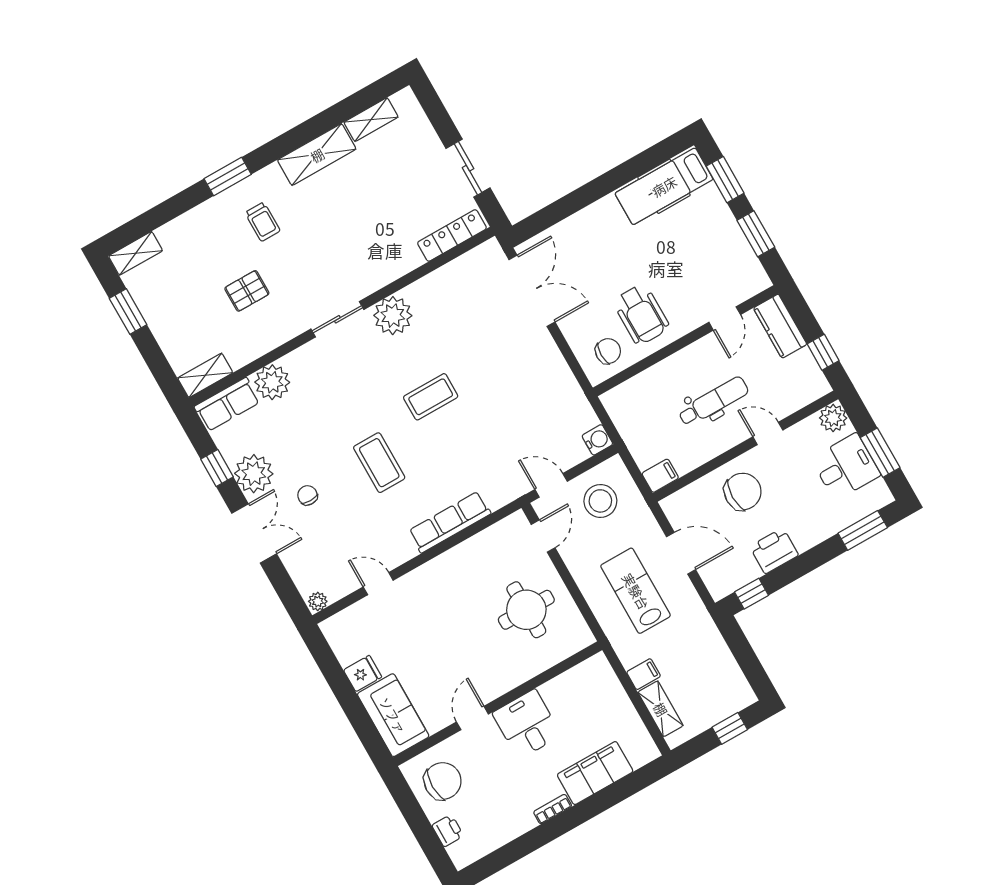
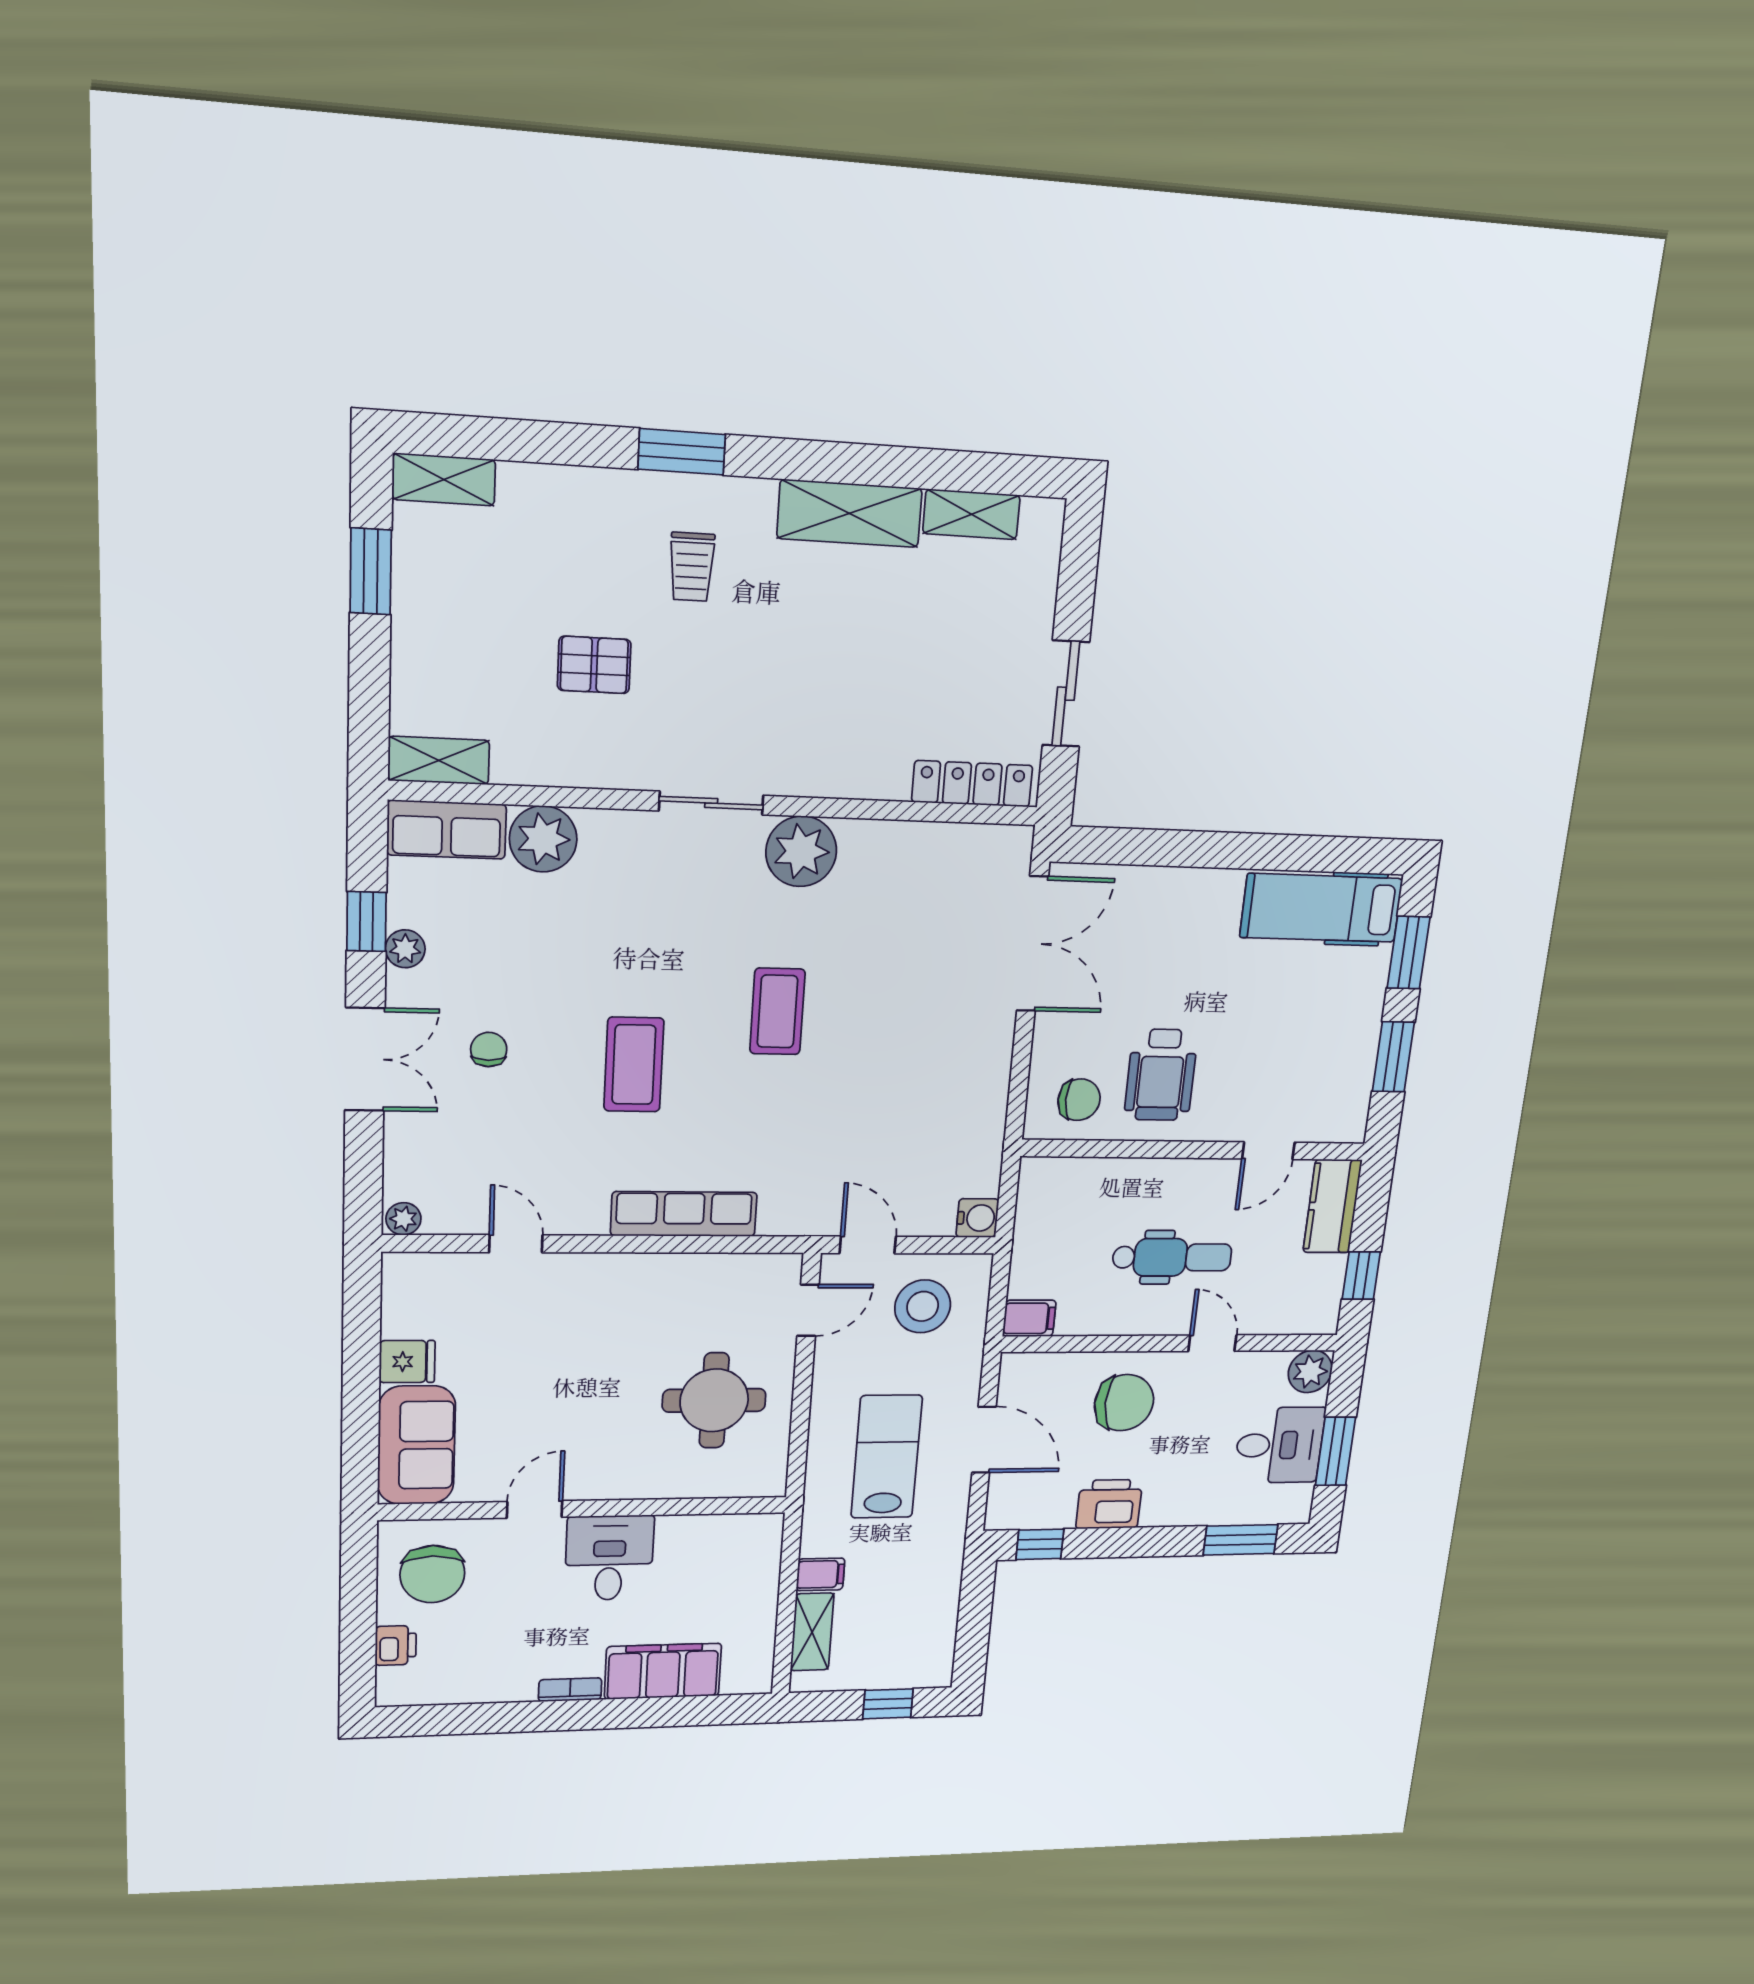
coffee table: (431, 397) -> (777, 1011), turned 90
plant: (254, 474) -> (405, 949), width x0.53, depth x0.53
chair: (443, 781) -> (432, 1574), turned 90

